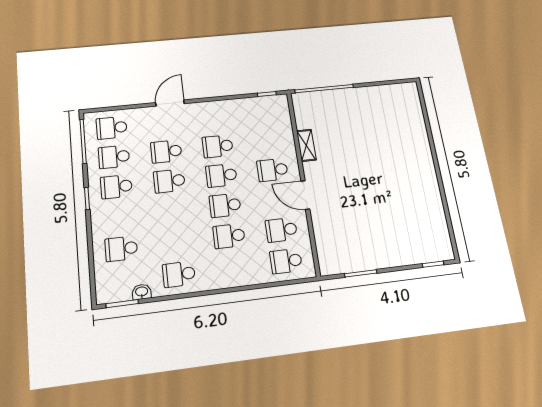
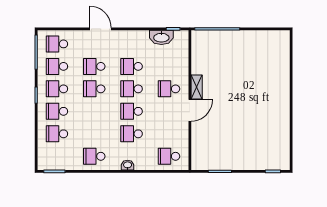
door: (170, 103) -> (101, 29), hinge flipped
washbasin: (253, 106) -> (161, 37), added
shelving: (306, 145) -> (197, 87), moved
door: (305, 195) -> (190, 110), swing flipped
school desk: (281, 230) -> (57, 111), moved
washbasin: (142, 292) -> (128, 165), moved

